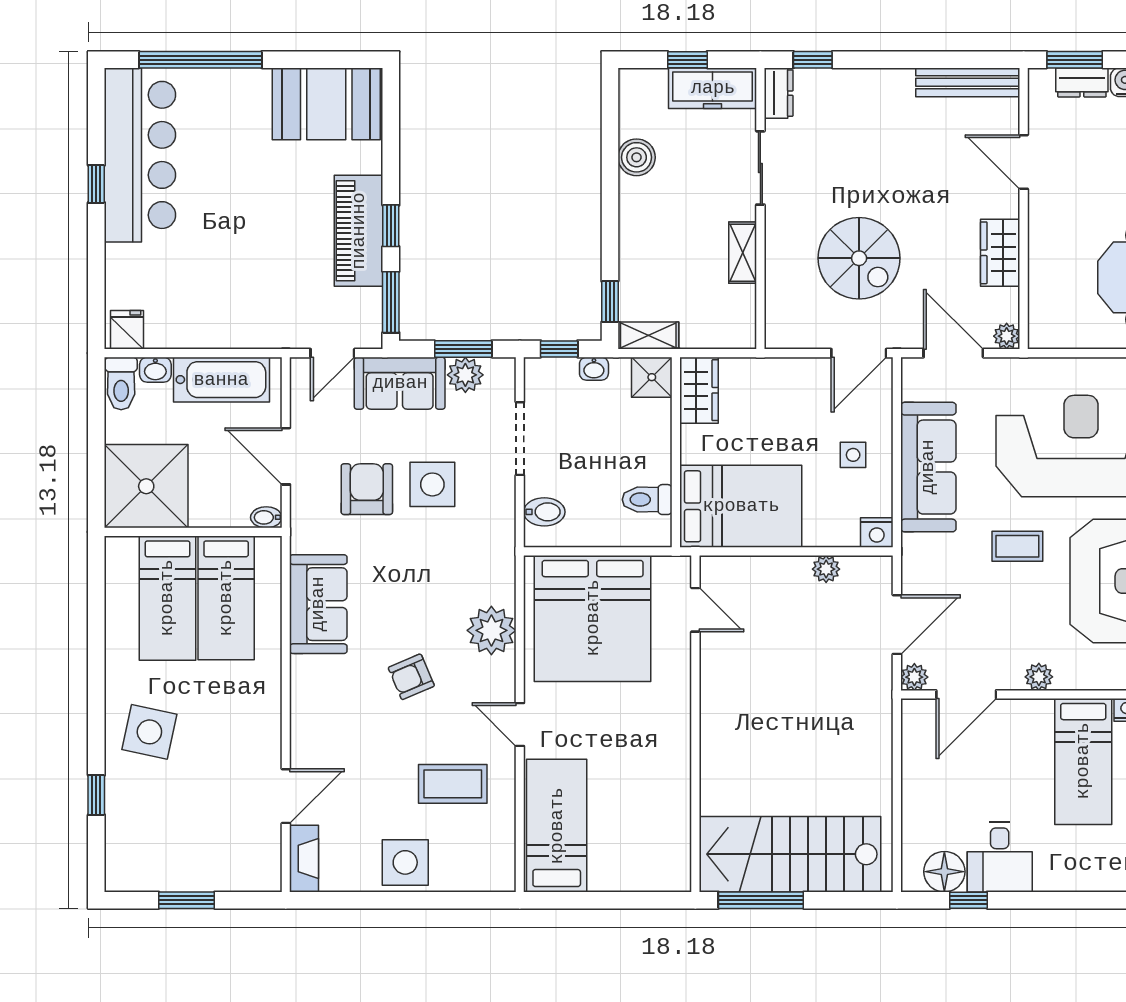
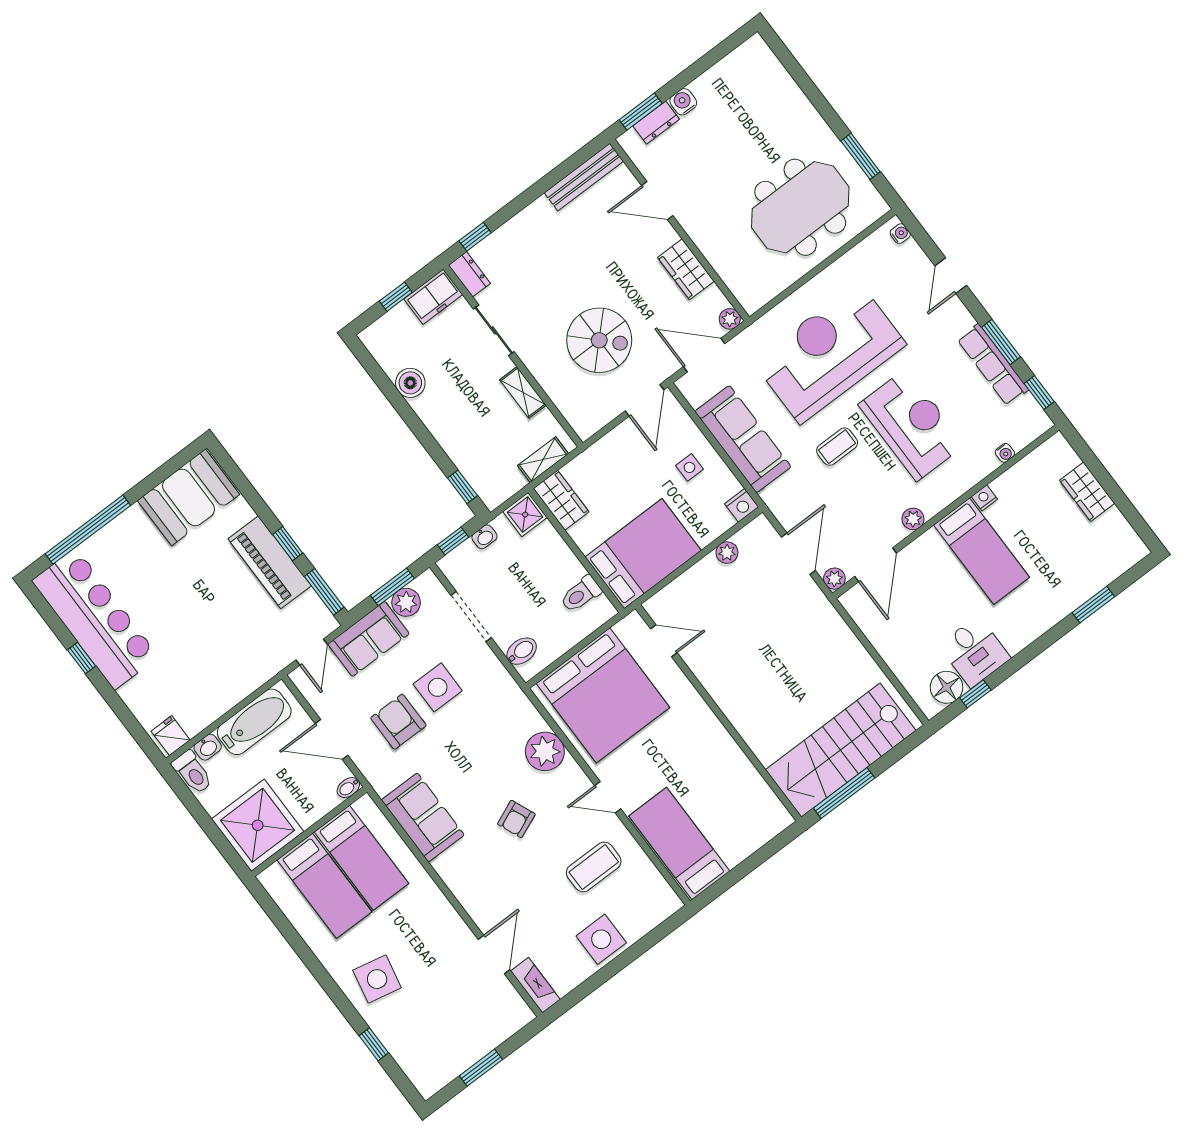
freezer: (713, 88) -> (433, 297), width x0.71
shelving: (648, 336) -> (543, 460), moved

